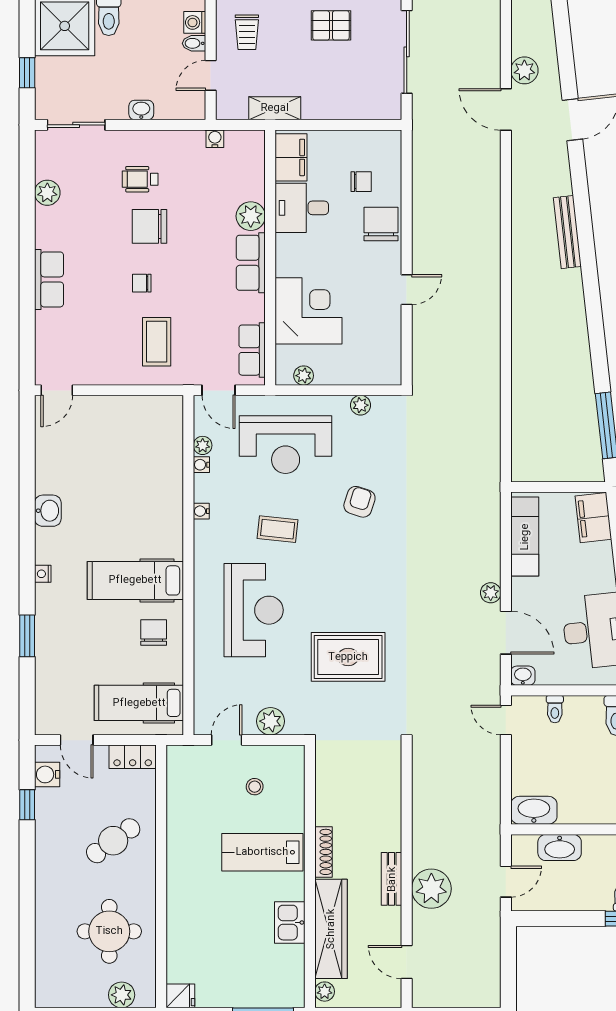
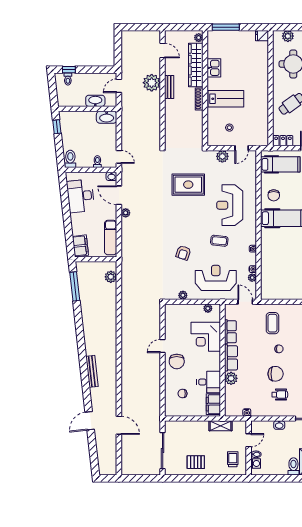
plant: (524, 70) -> (111, 277), moved
chair: (381, 224) -> (177, 361), moved
row of seats: (252, 350) -> (230, 332), moved

